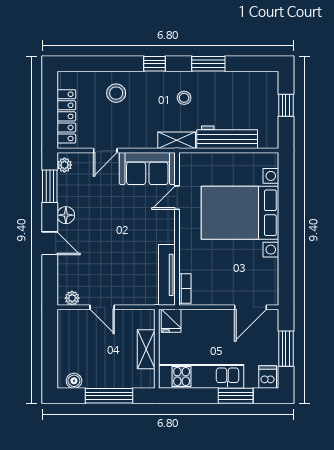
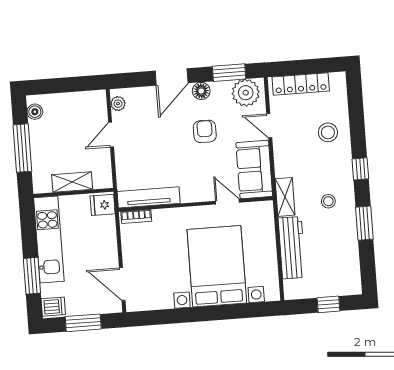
plant: (64, 165) -> (246, 93), width x1.88, depth x1.88
armchair: (106, 215) -> (205, 131), added
door: (50, 243) -> (172, 77), width x1.38

